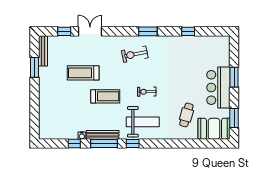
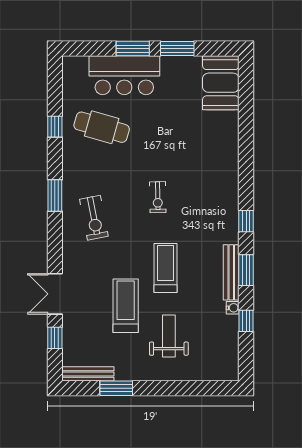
treadmill: (83, 73) -> (126, 306), turned 180
bar counter: (218, 87) -> (124, 75), moved
cafe table: (186, 115) -> (102, 127), moved, width x1.37, depth x1.35
window: (234, 118) -> (177, 49), moved
weight bench: (143, 122) -> (169, 336), moved, width x0.73, depth x0.75
window: (104, 144) -> (246, 270), width x0.69

